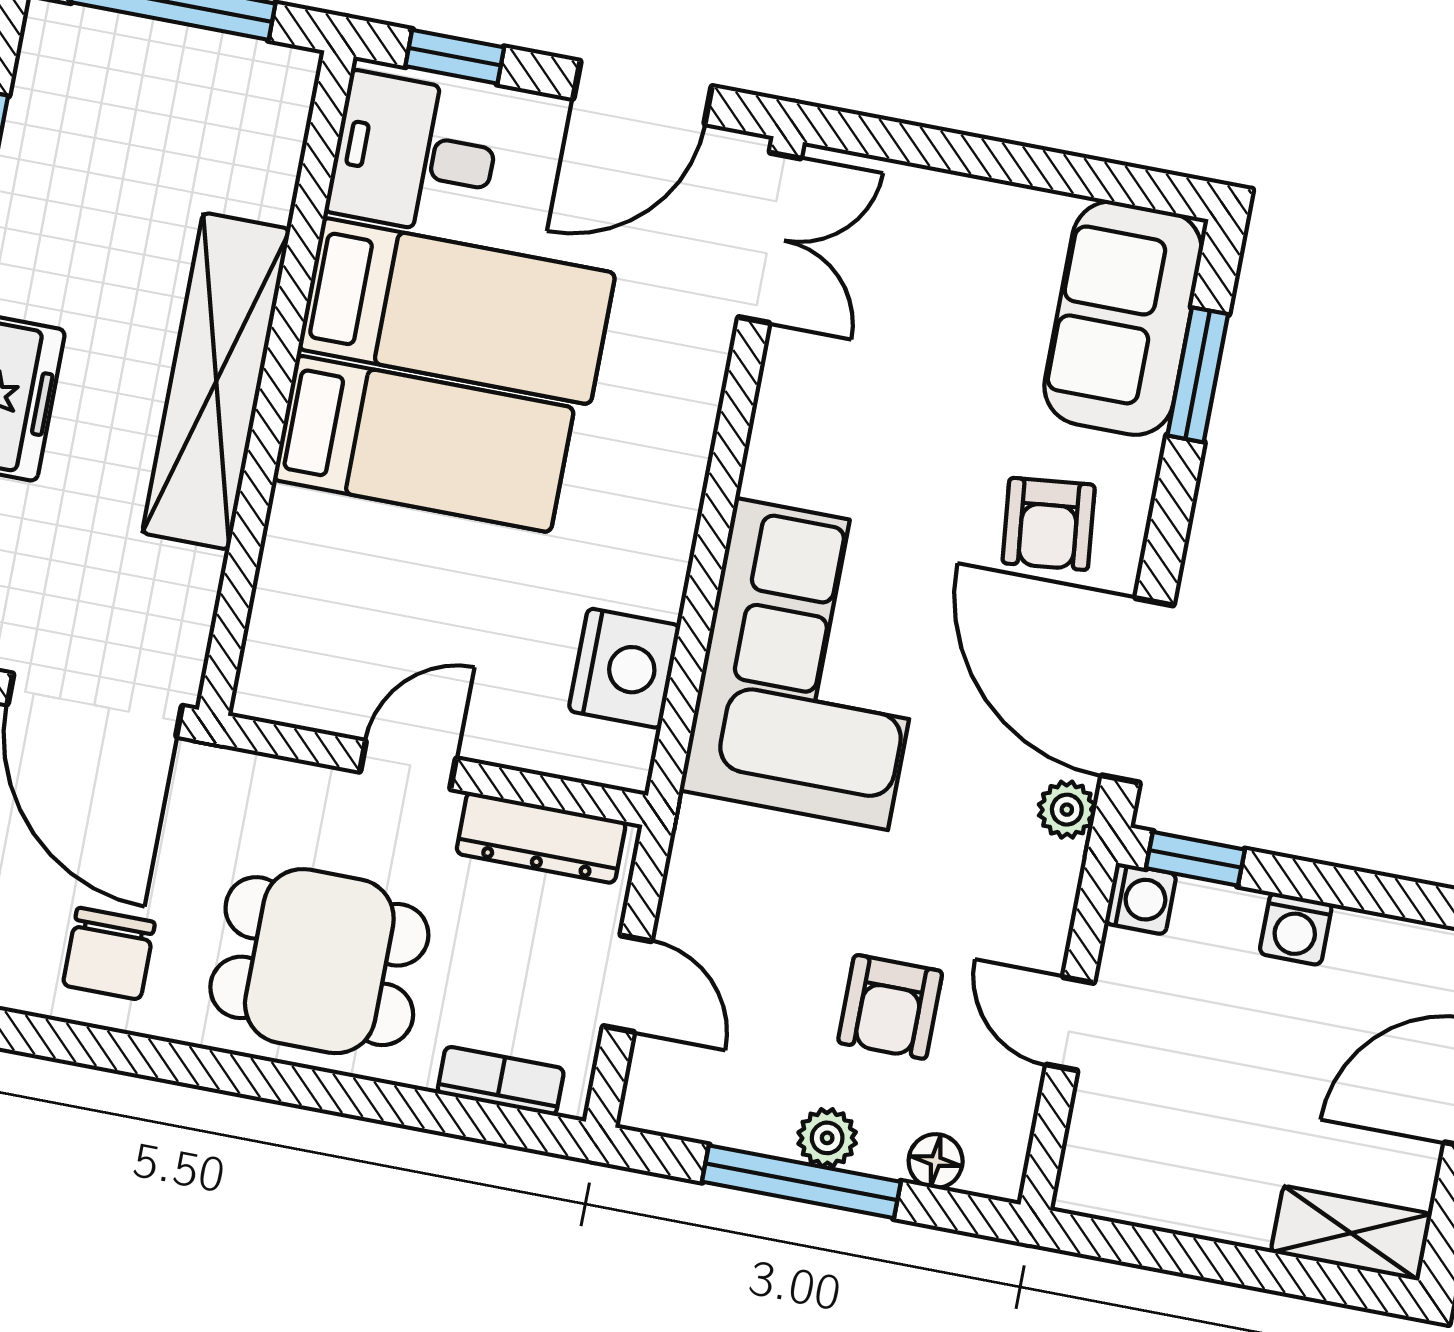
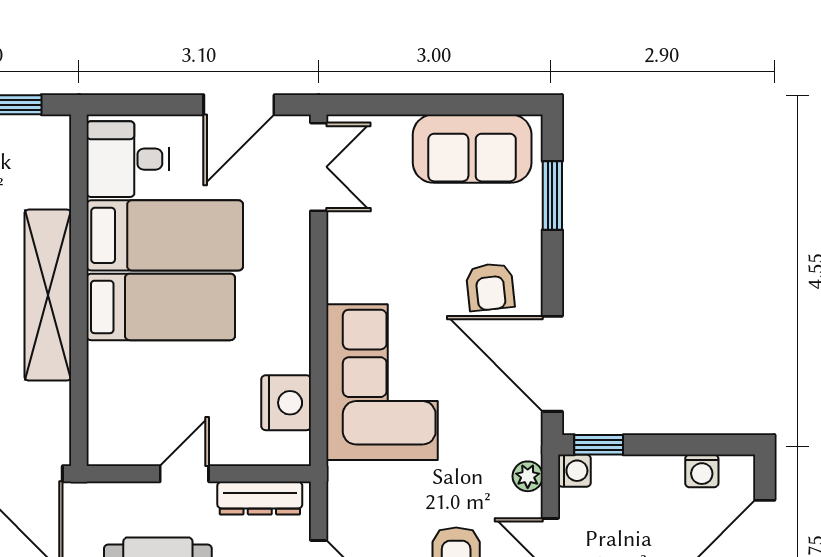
window: (455, 57) -> (139, 105), removed
sofa: (1123, 318) -> (472, 149), moved, turned -90
plant: (1067, 810) -> (528, 476), moved
washing machine: (1296, 929) -> (702, 471), moved

